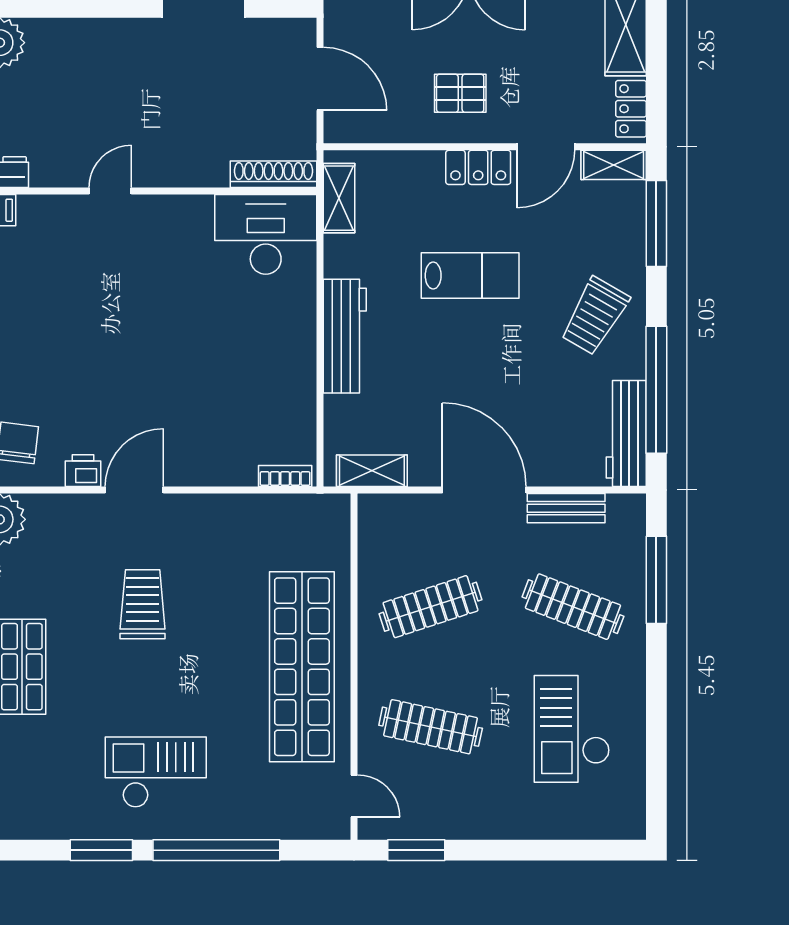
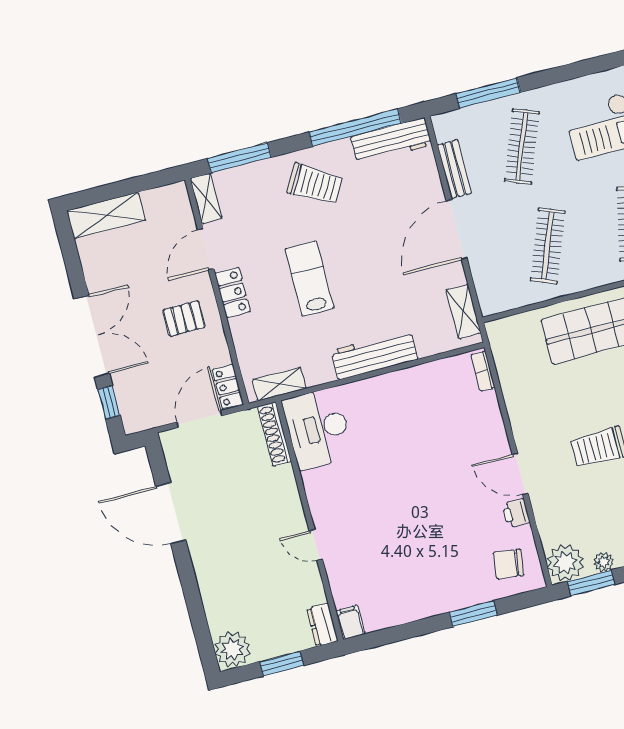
pallet: (460, 93) -> (184, 318), turned 90
locker: (631, 109) -> (228, 387), moved, turned 90
door: (546, 147) -> (206, 249), swing flipped
clothes rail: (431, 607) -> (548, 246), turned 39

